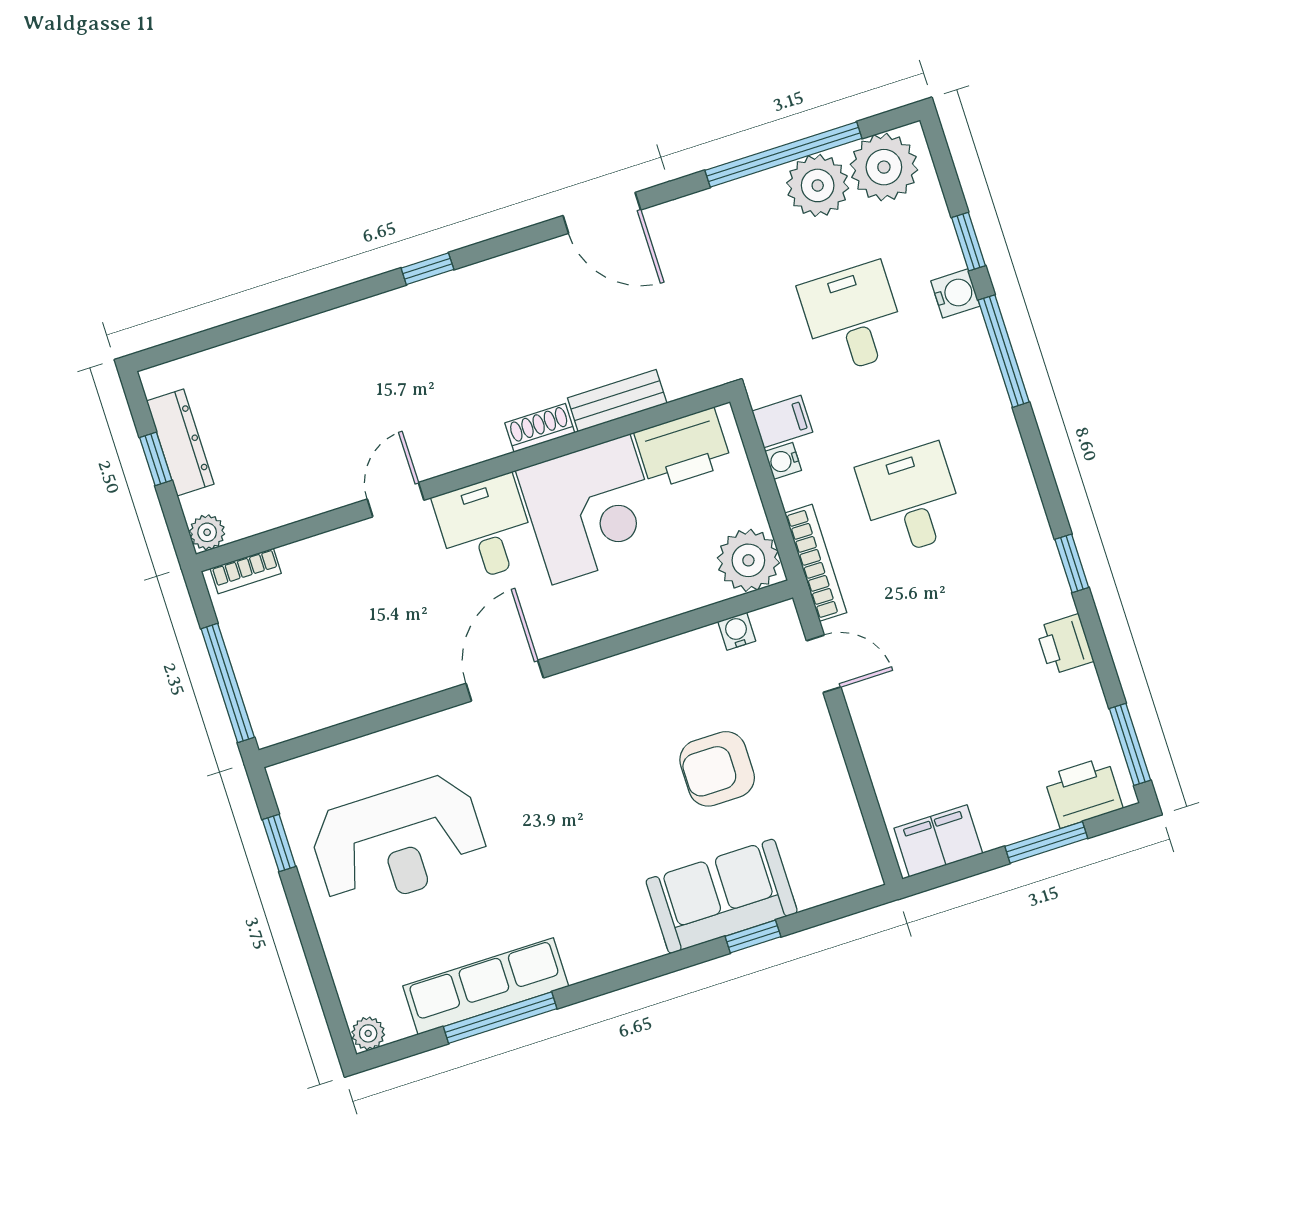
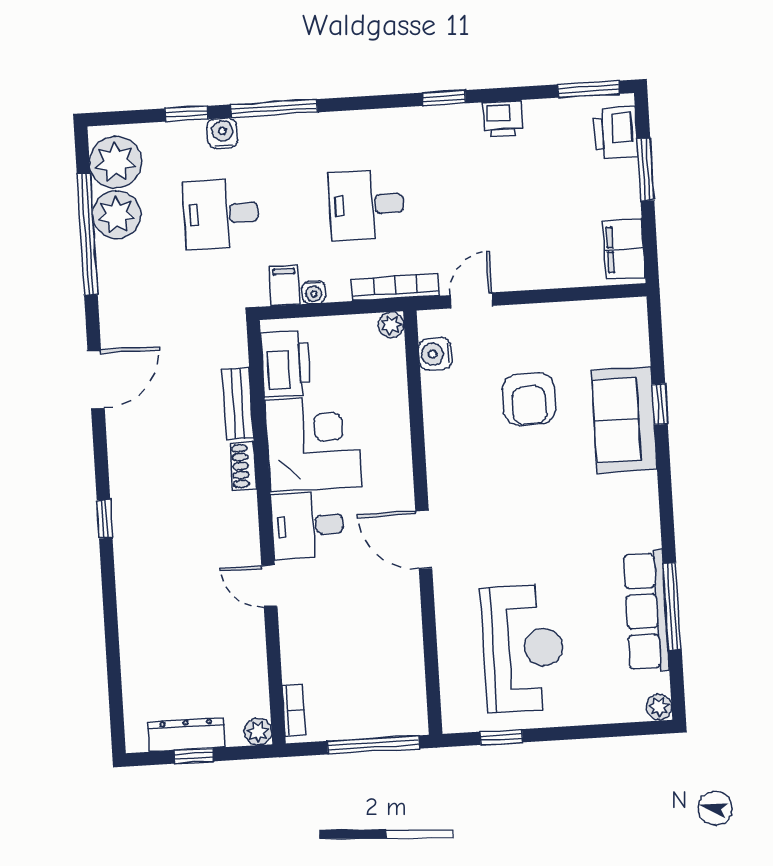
plant: (748, 560) -> (391, 325), width x0.53, depth x0.53
water cooler: (737, 631) -> (435, 354), width x1.38, depth x1.38

